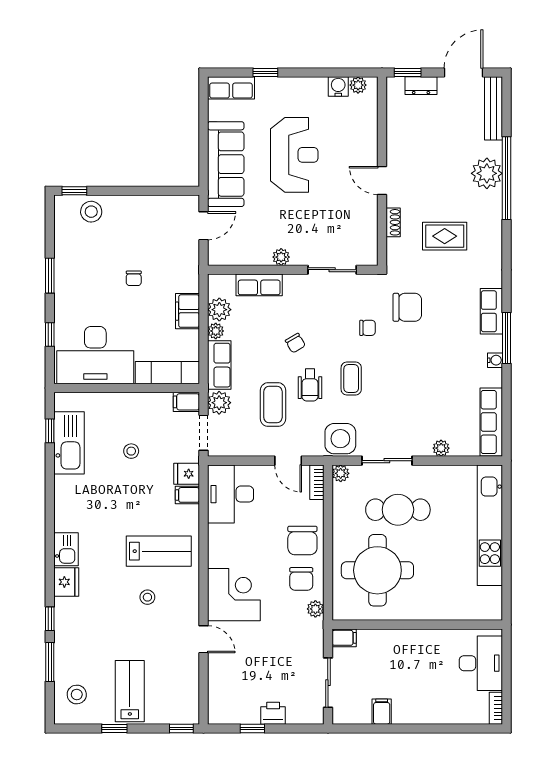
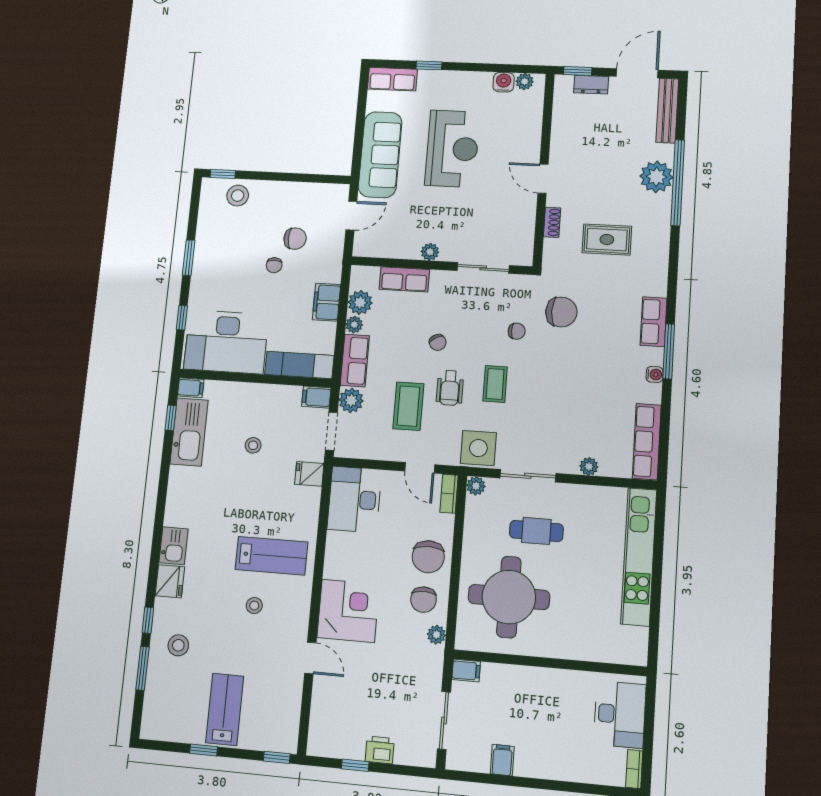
chair: (151, 251) -> (295, 239), added
filing cabinet: (187, 495) -> (191, 388), moved, turned 180
cafe table: (398, 510) -> (536, 531), width x0.73, depth x0.74
stool: (77, 694) -> (178, 645), moved

